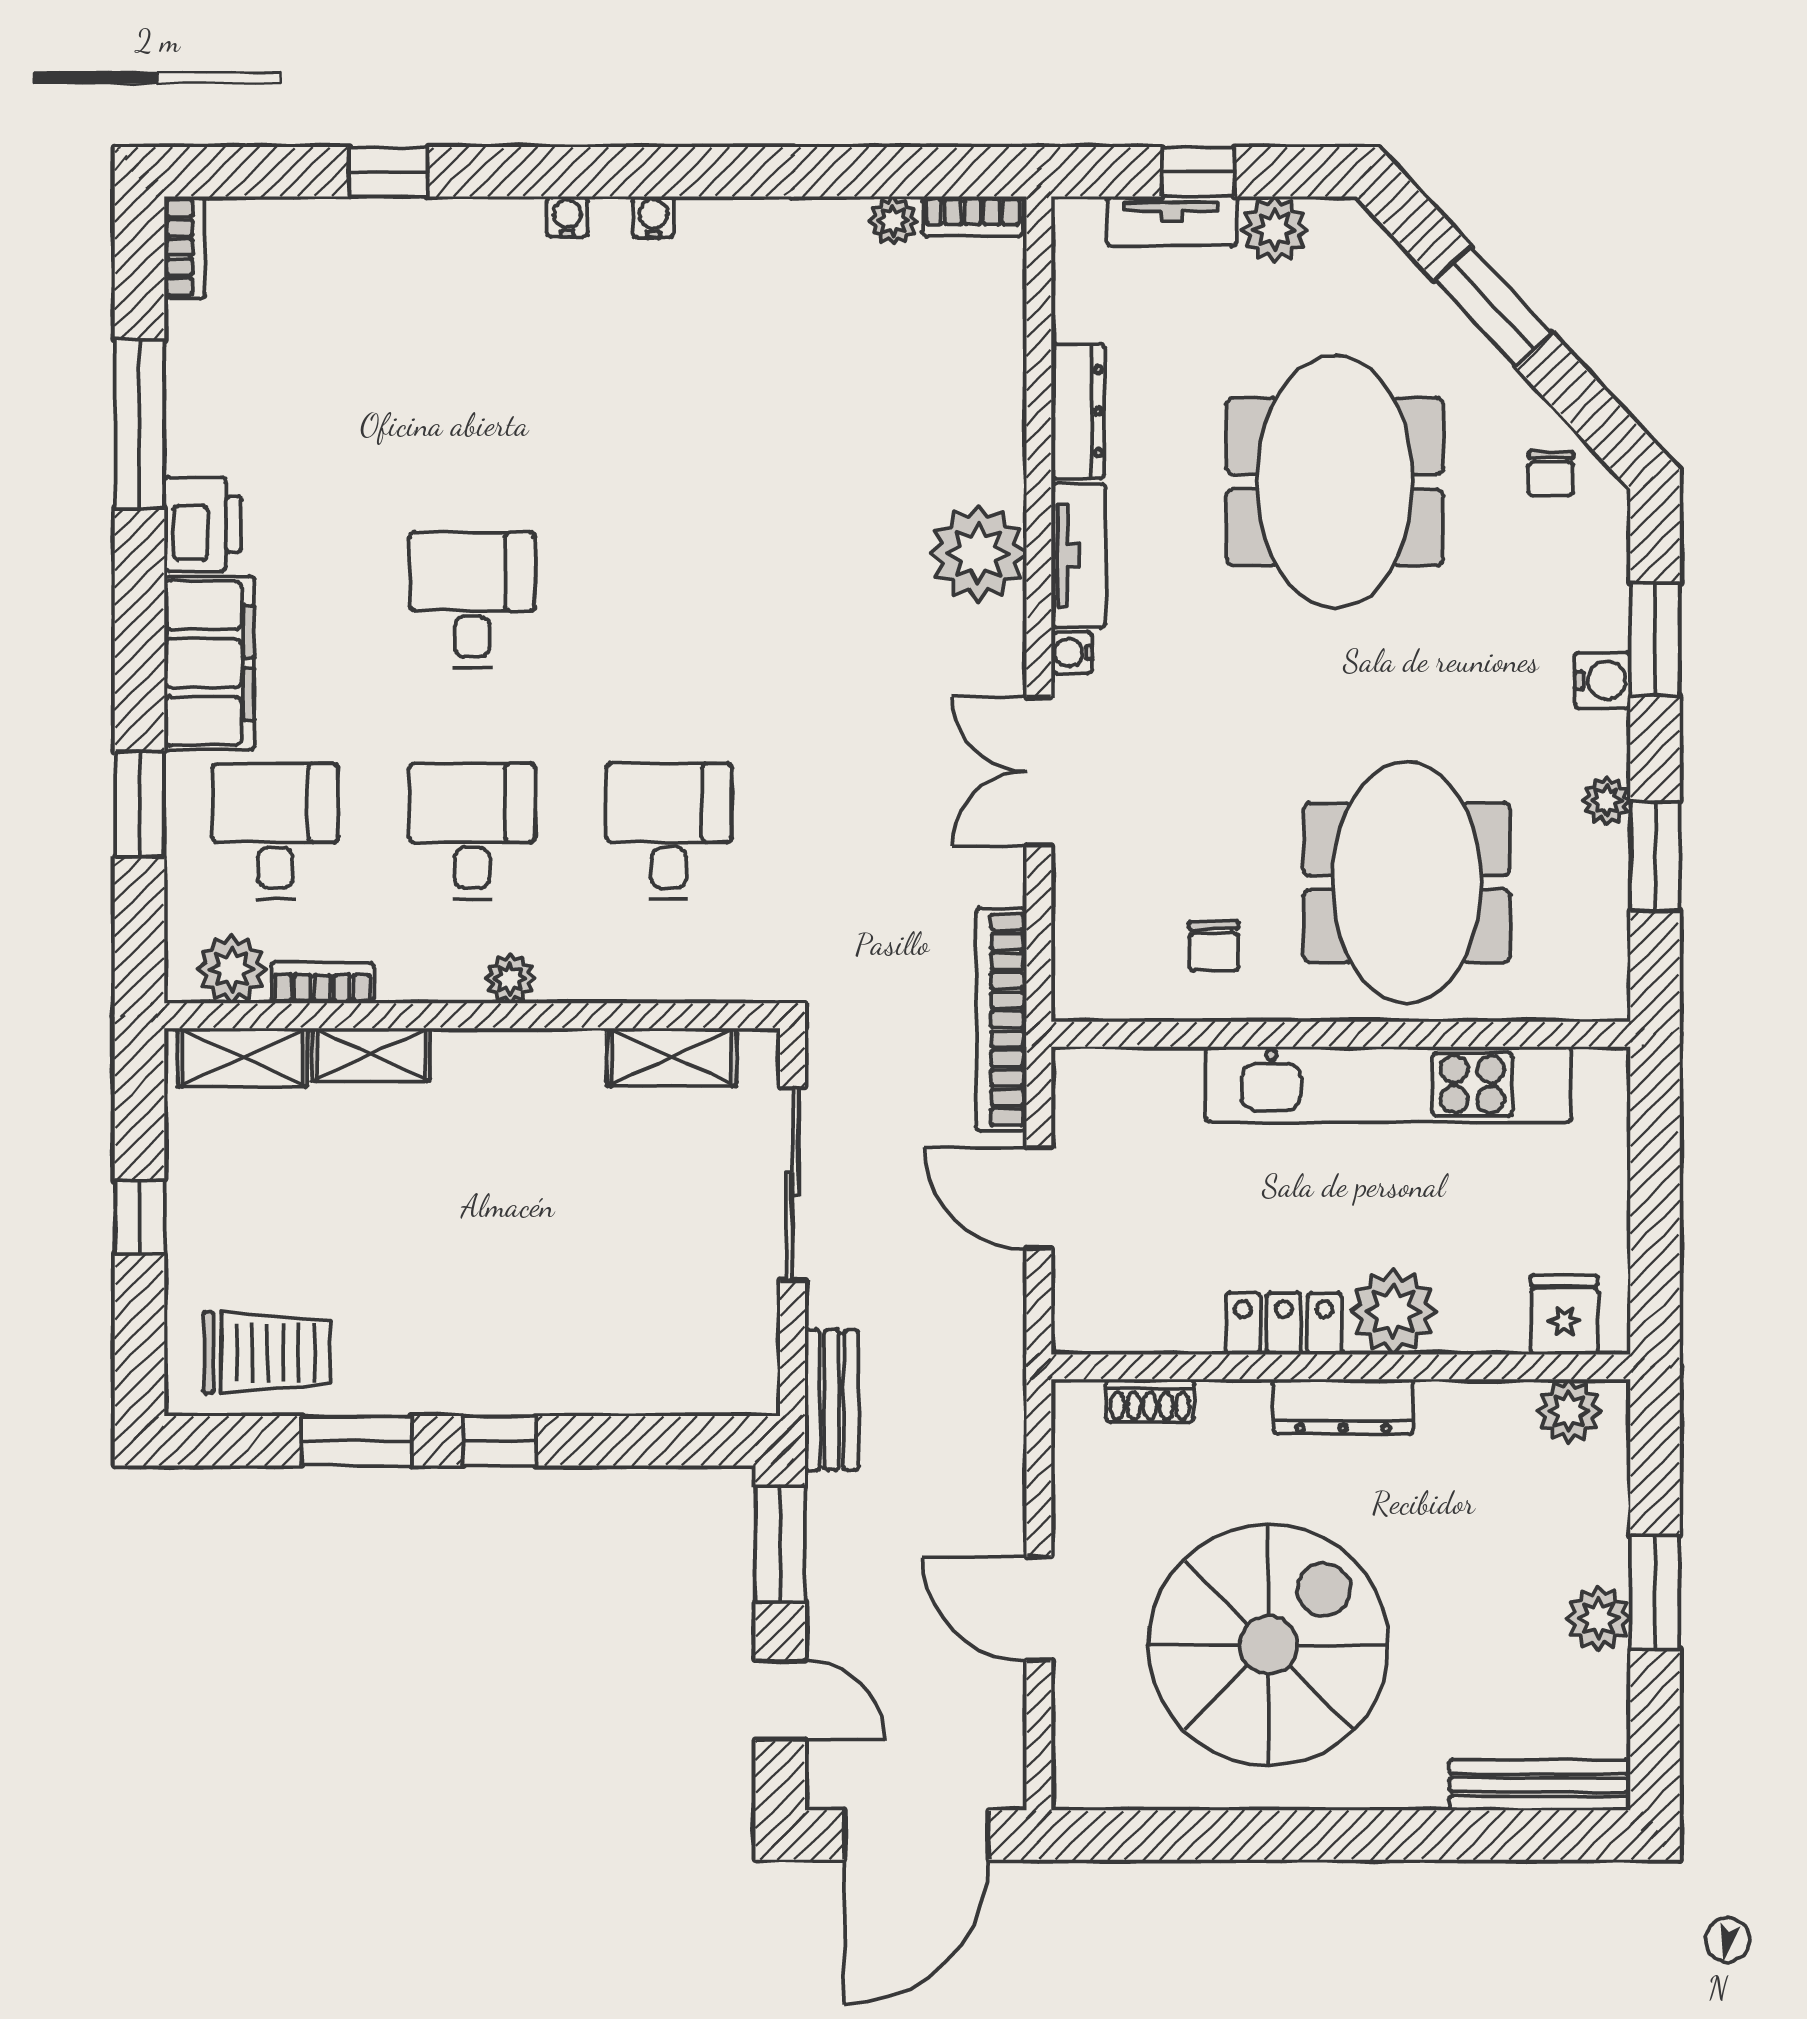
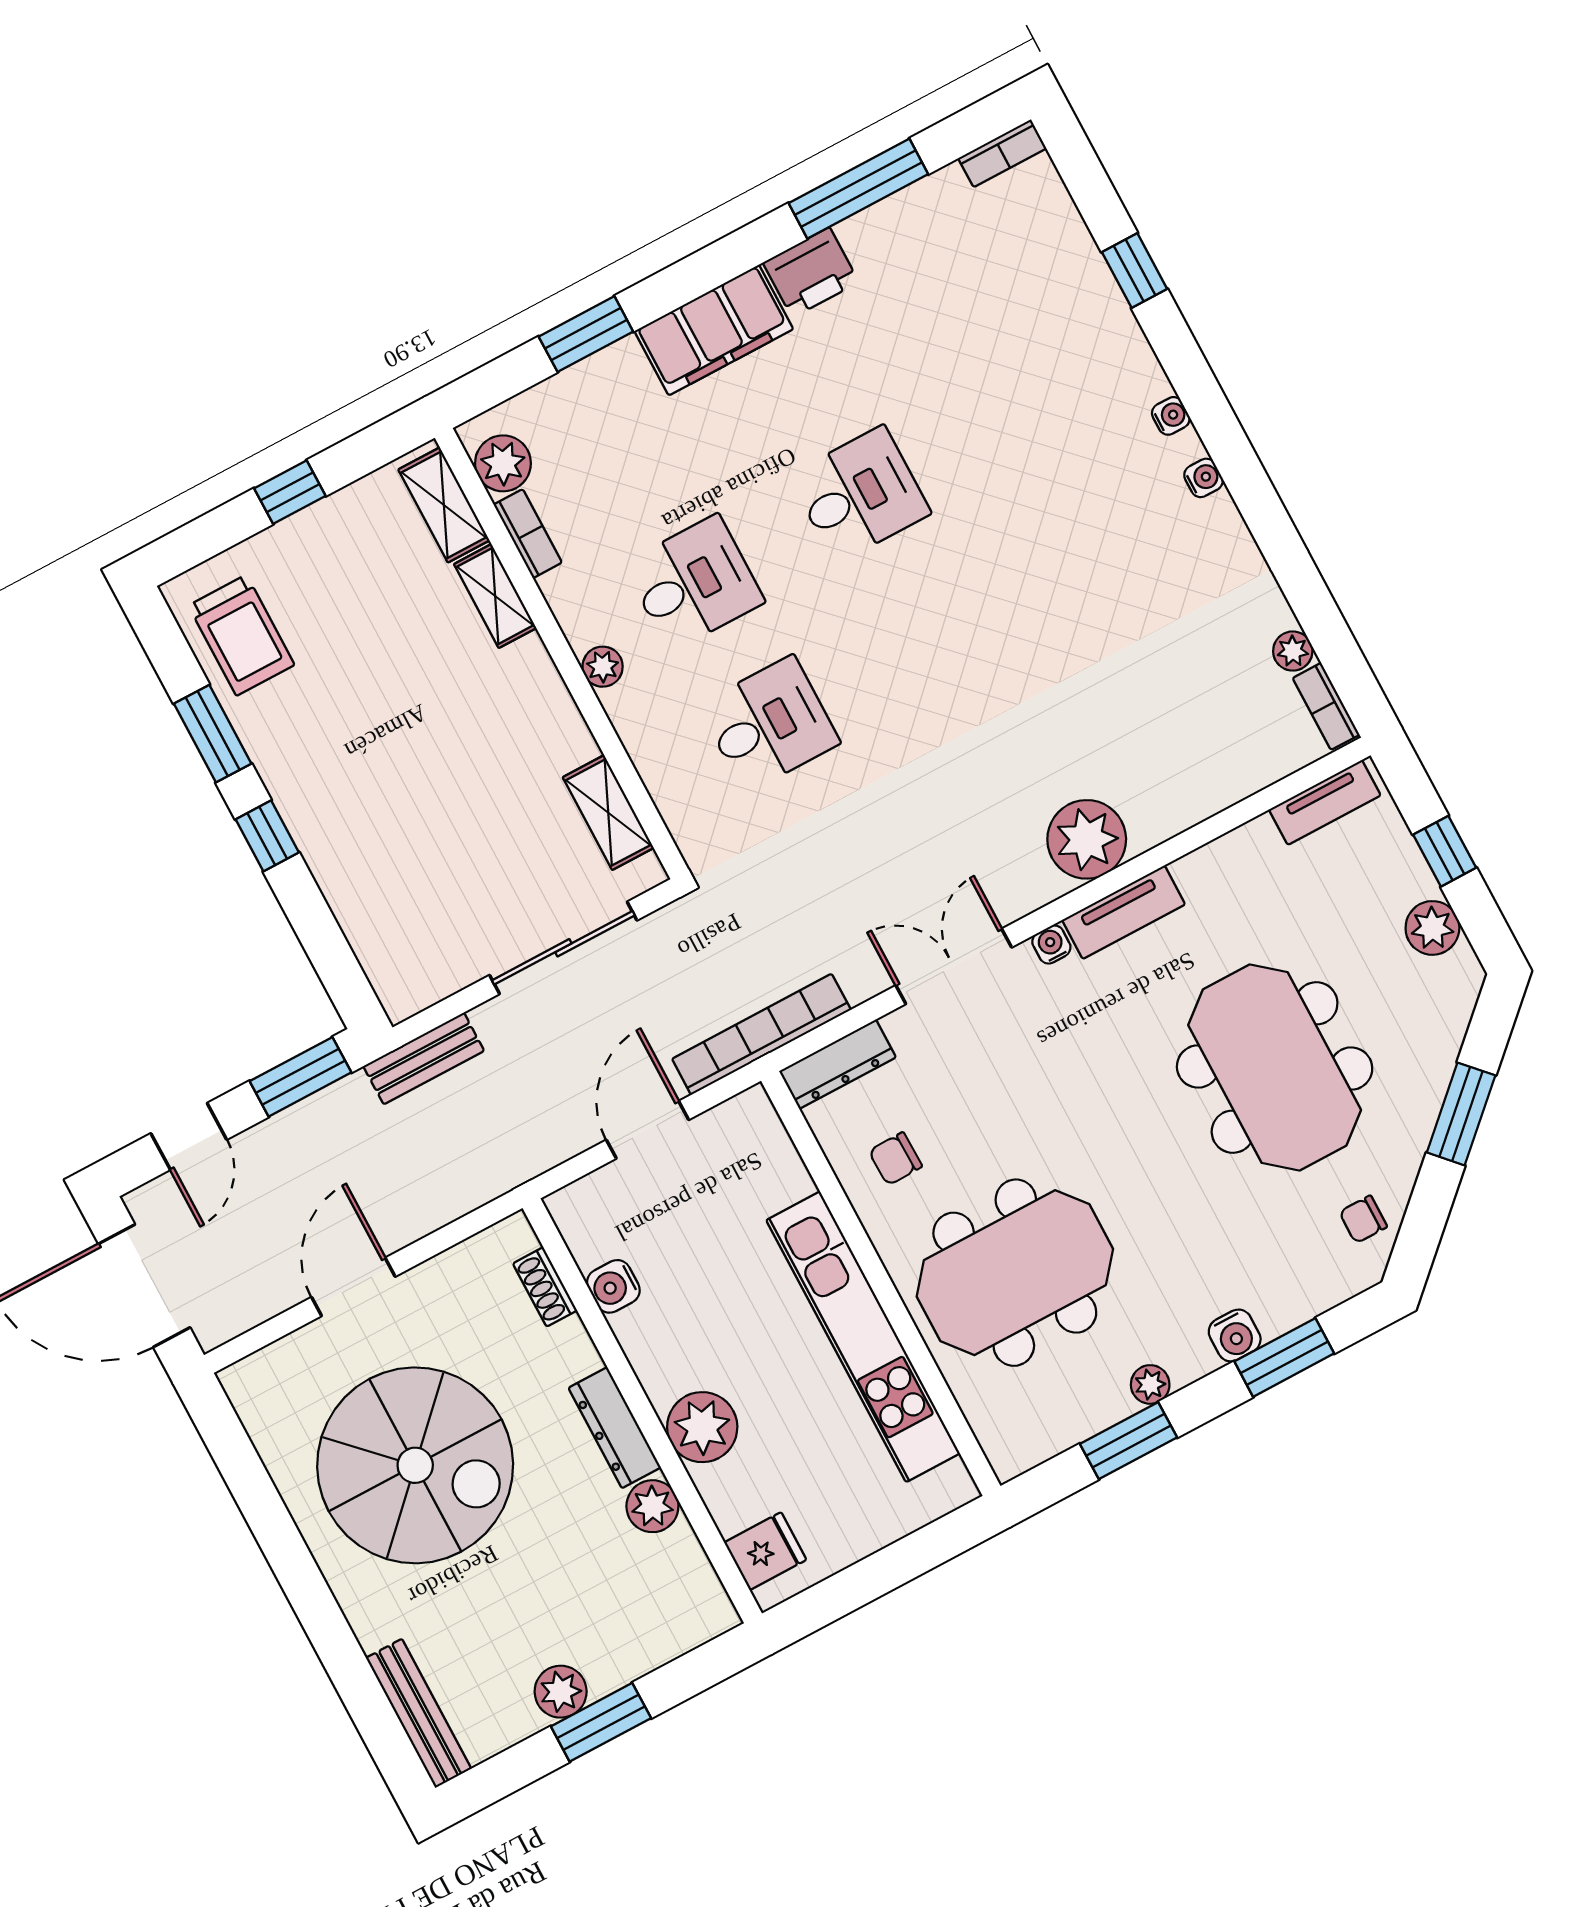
tv unit: (1172, 221) -> (1325, 802), moved, turned -90
dresser: (1078, 411) -> (838, 1064), moved
meeting table: (1335, 482) -> (1275, 1068), turned 90
desk: (275, 831) -> (618, 442), removed
locker: (1284, 1324) -> (652, 1353), removed
water cooler: (1189, 1326) -> (613, 1286), added
plant: (1569, 1411) -> (652, 1506), moved

